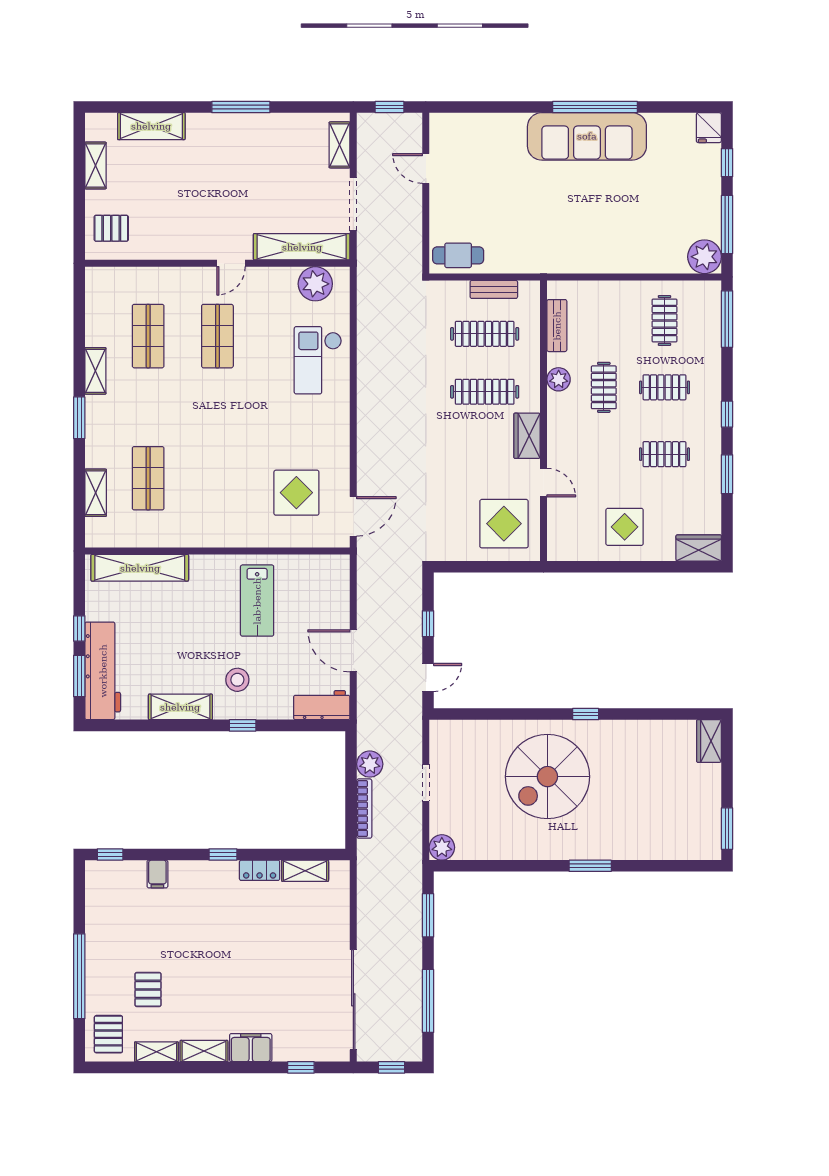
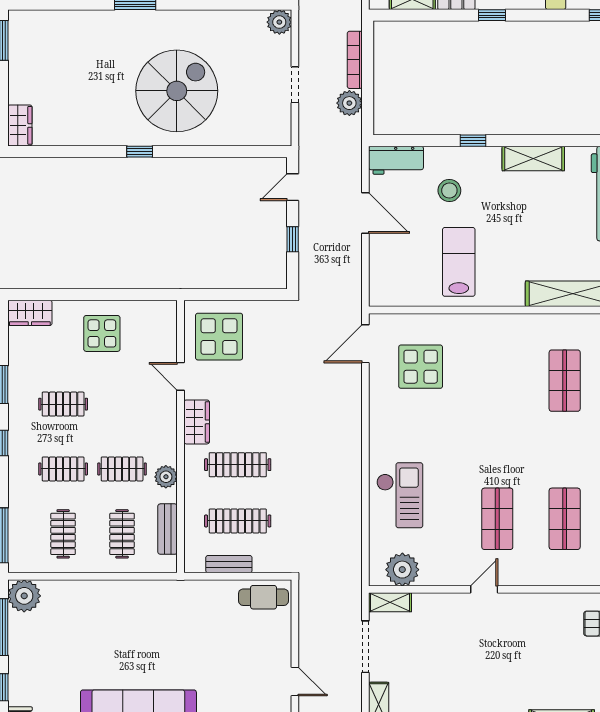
shelving: (302, 247) -> (390, 602), width x0.45, depth x0.75
clothes rail: (604, 321) -> (122, 534), added
clothes rail: (604, 387) -> (122, 469), turned 90
stool: (237, 680) -> (449, 190), moved

